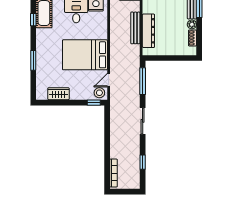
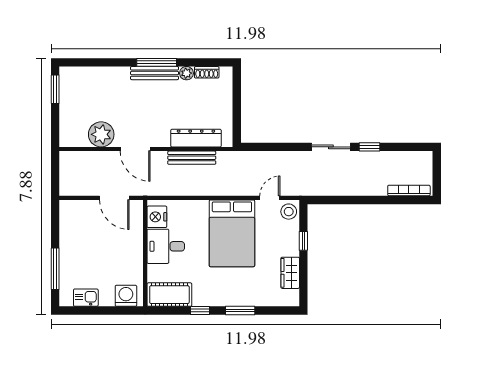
window: (33, 20) -> (200, 311), moved
door: (109, 80) -> (270, 198), swing flipped
window: (143, 81) -> (271, 147), removed
window: (94, 103) -> (303, 241), moved
window: (143, 162) -> (369, 147), moved

